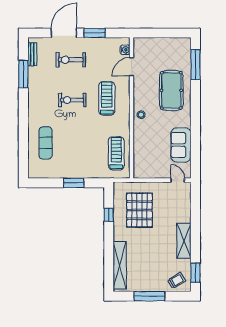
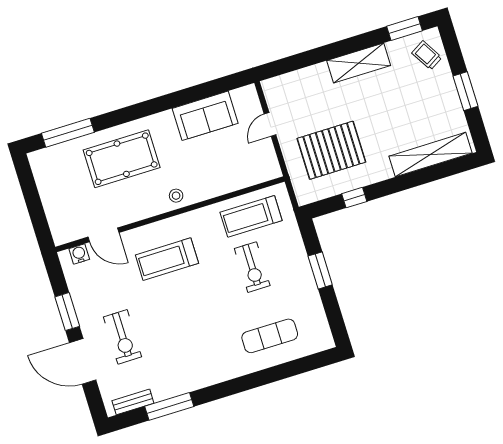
exercise bike: (72, 100) -> (252, 267), moved
door: (178, 180) -> (270, 124), moved
window: (149, 296) -> (465, 91), width x0.69

